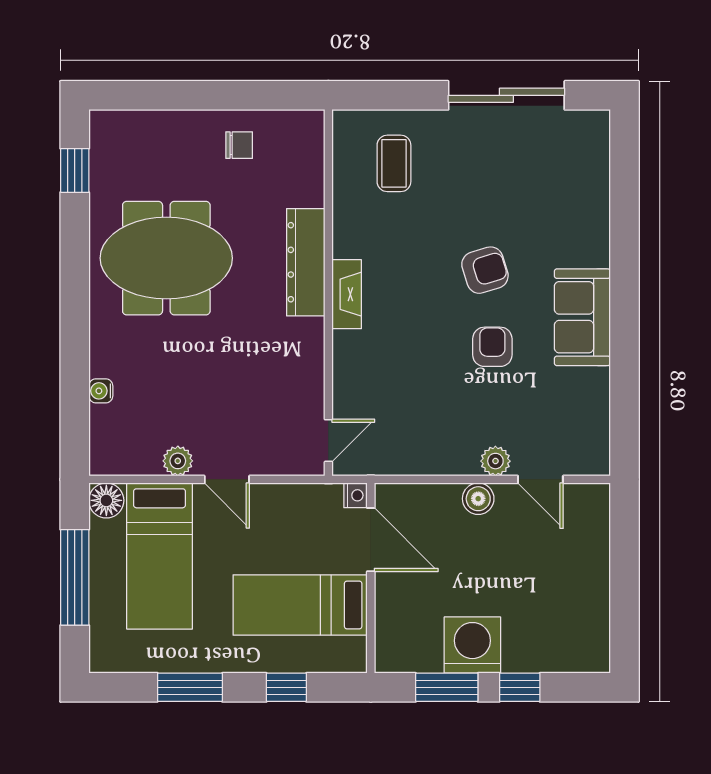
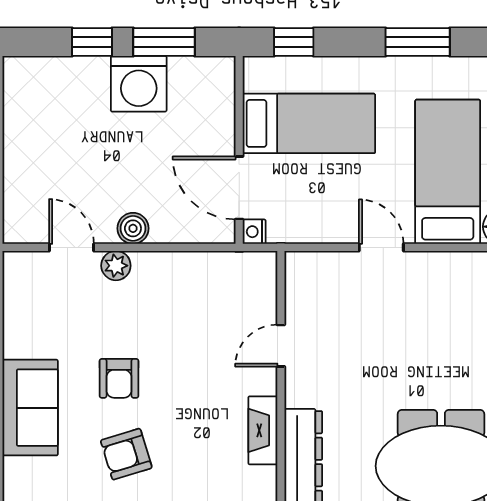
door: (328, 441) -> (281, 346), moved
plant: (178, 461) -> (430, 266), removed
window: (286, 687) -> (294, 42), moved

